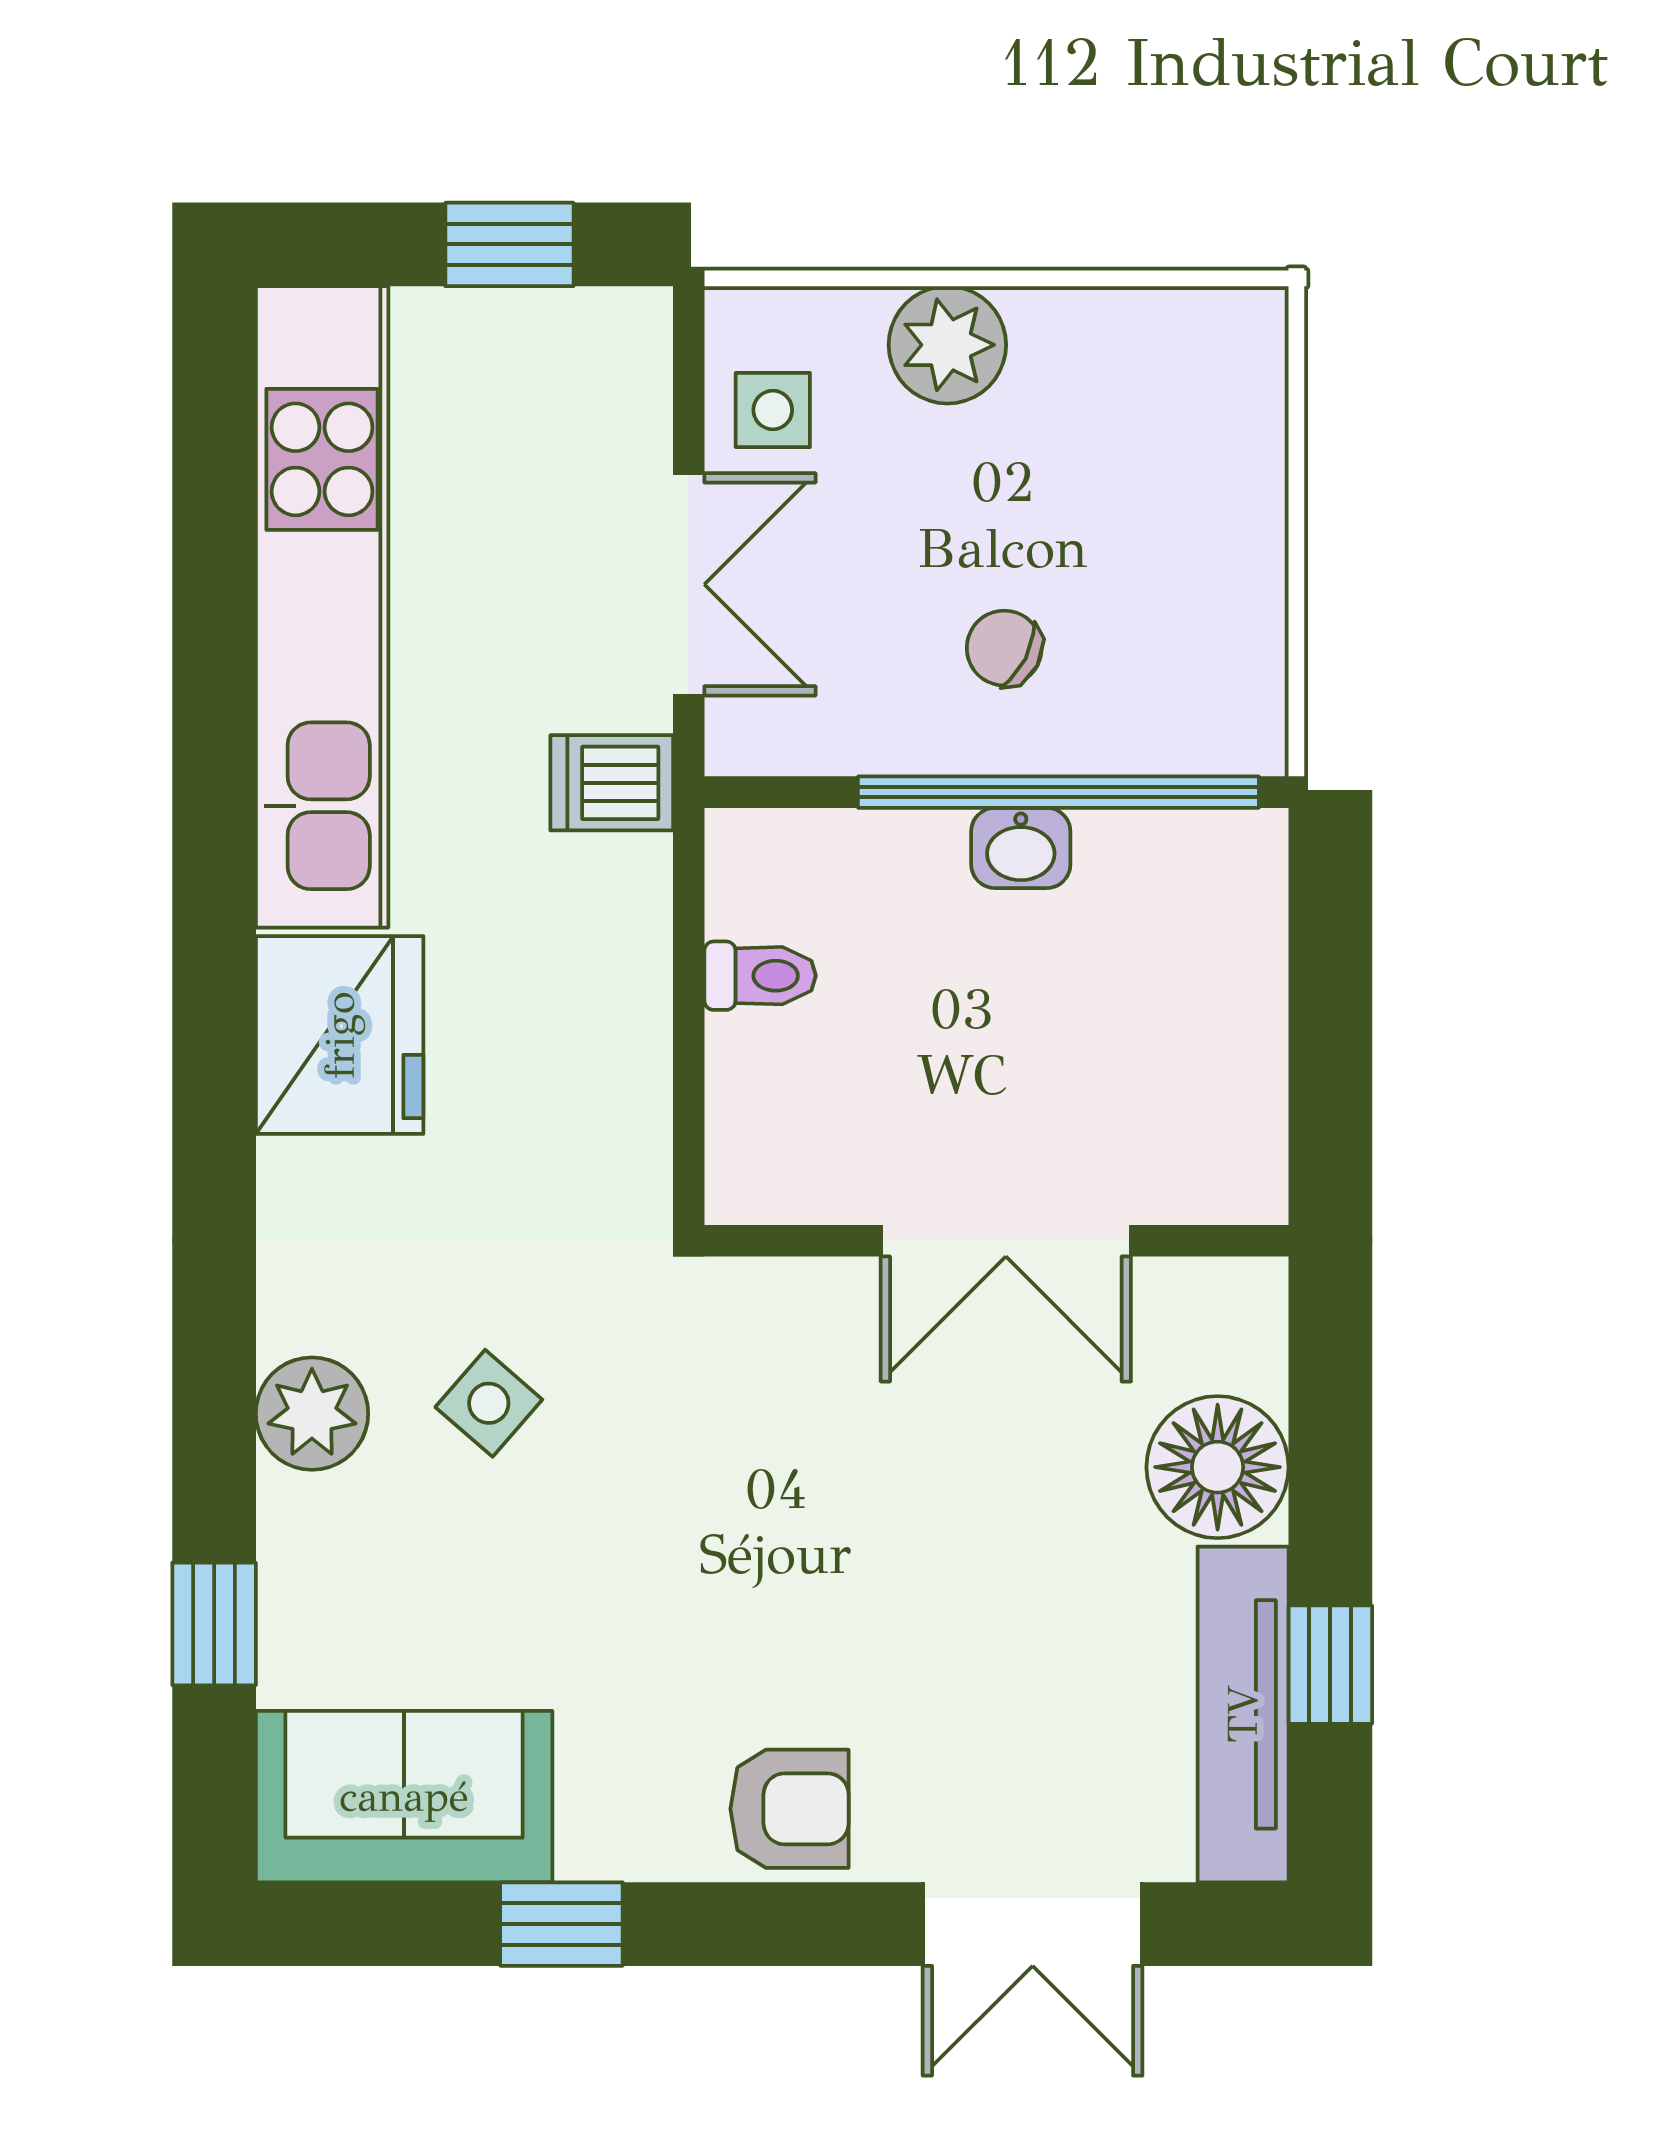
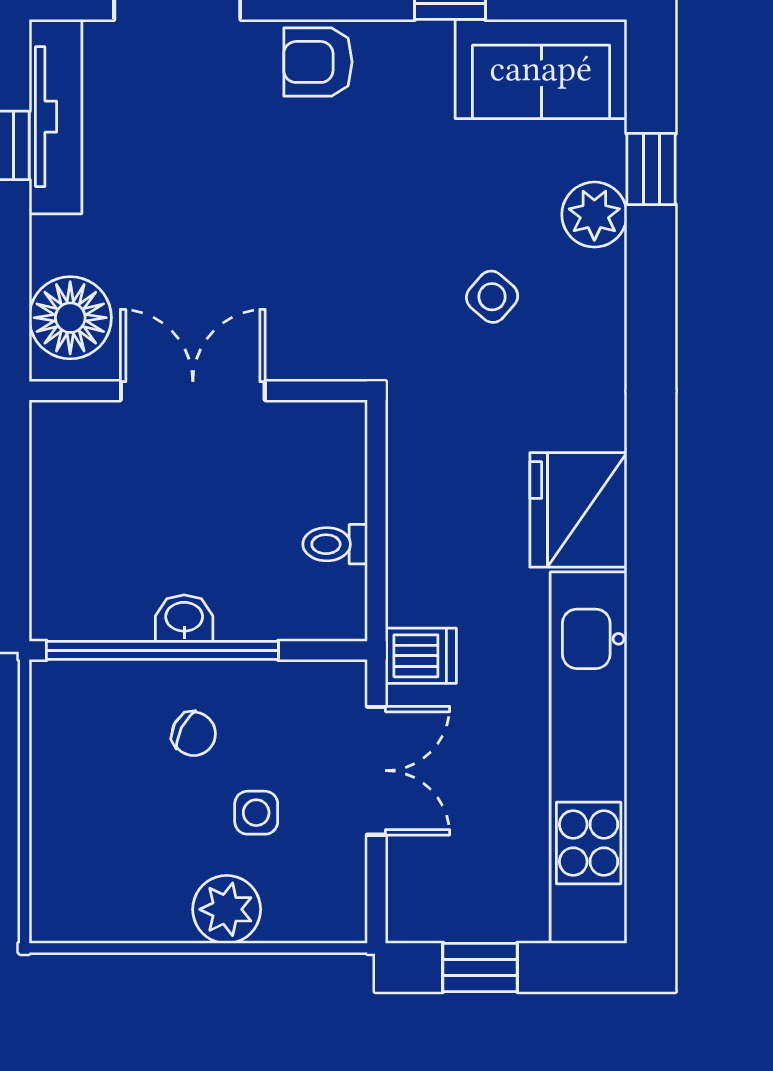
side table: (773, 410) -> (256, 813), moved
double door: (689, 584) -> (376, 771), swing flipped
plant: (312, 1414) -> (594, 215), moved
floor lamp: (1218, 1467) -> (70, 318), moved

